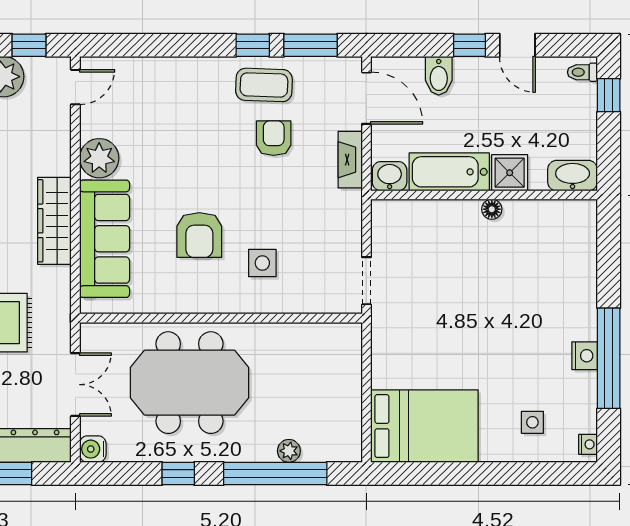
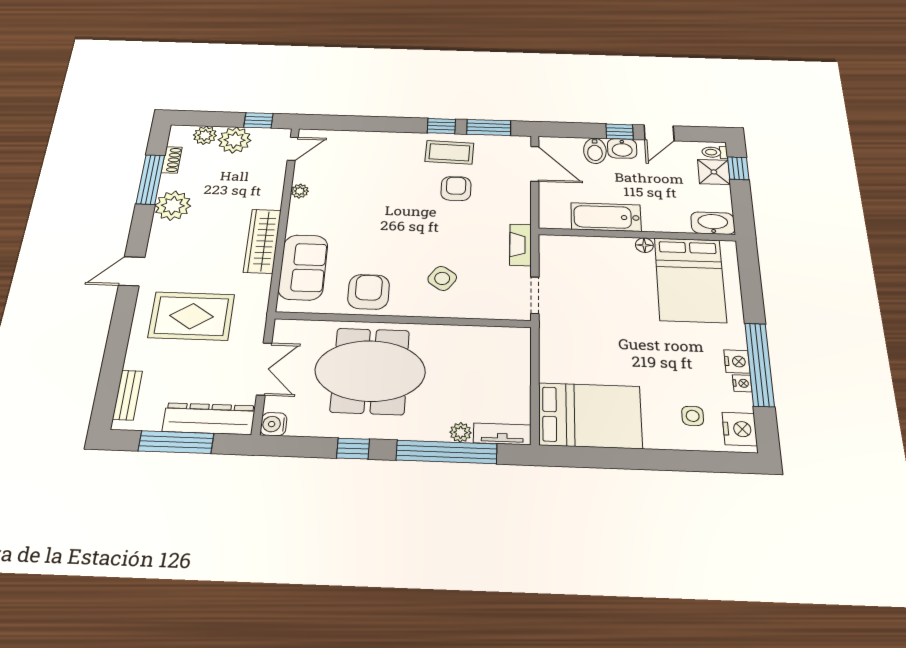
door: (517, 45) -> (659, 133), hinge flipped
plant: (99, 158) -> (300, 191), width x0.53, depth x0.53
fireplace: (350, 160) -> (521, 245), moved
shower: (510, 173) -> (714, 172), moved
washbasin: (390, 176) -> (622, 149), moved, turned 180
armchair: (199, 235) -> (369, 292), moved, turned 180
sofa: (105, 239) -> (303, 267), width x0.73
bed: (541, 254) -> (690, 280), added
side table: (262, 263) -> (442, 278), turned 35
nightstand: (588, 382) -> (742, 383), added
nightstand: (588, 444) -> (740, 429), width x1.89, depth x1.79
tv unit: (332, 451) -> (502, 434), added

